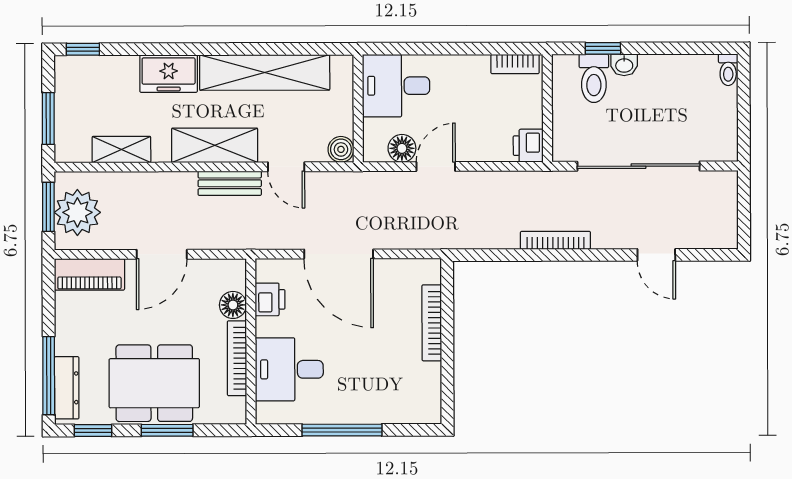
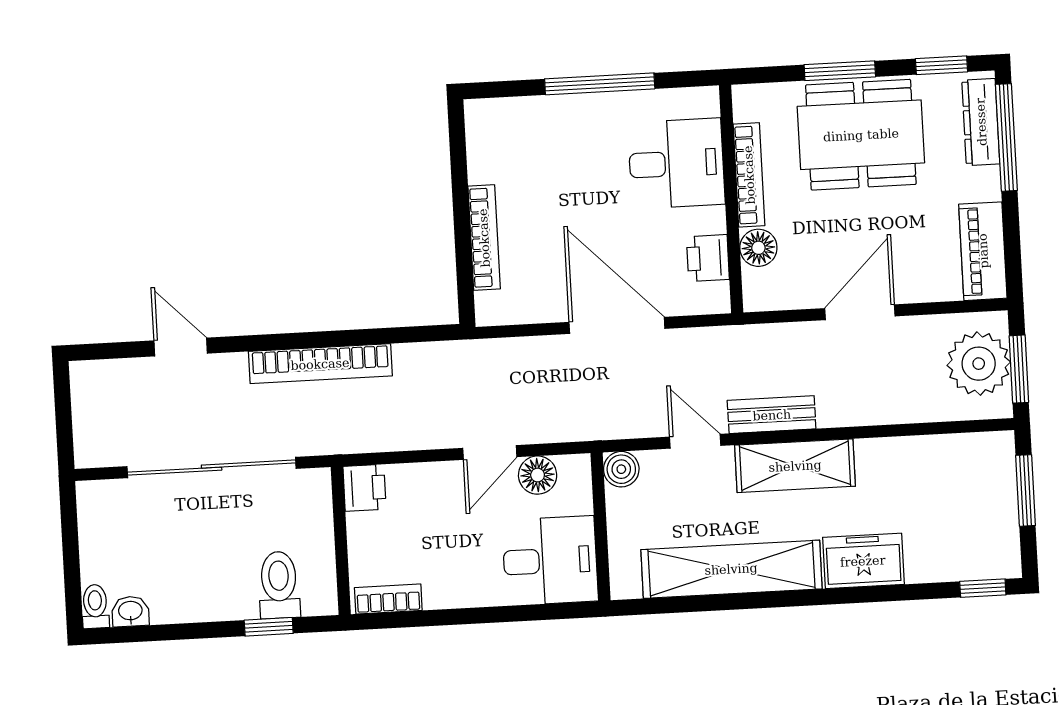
washbasin: (624, 65) -> (130, 611), moved
shelving: (121, 150) -> (923, 453), removed
bookcase: (555, 240) -> (320, 364), width x1.48, depth x1.31
piano: (89, 274) -> (983, 251), moved, turned -90

